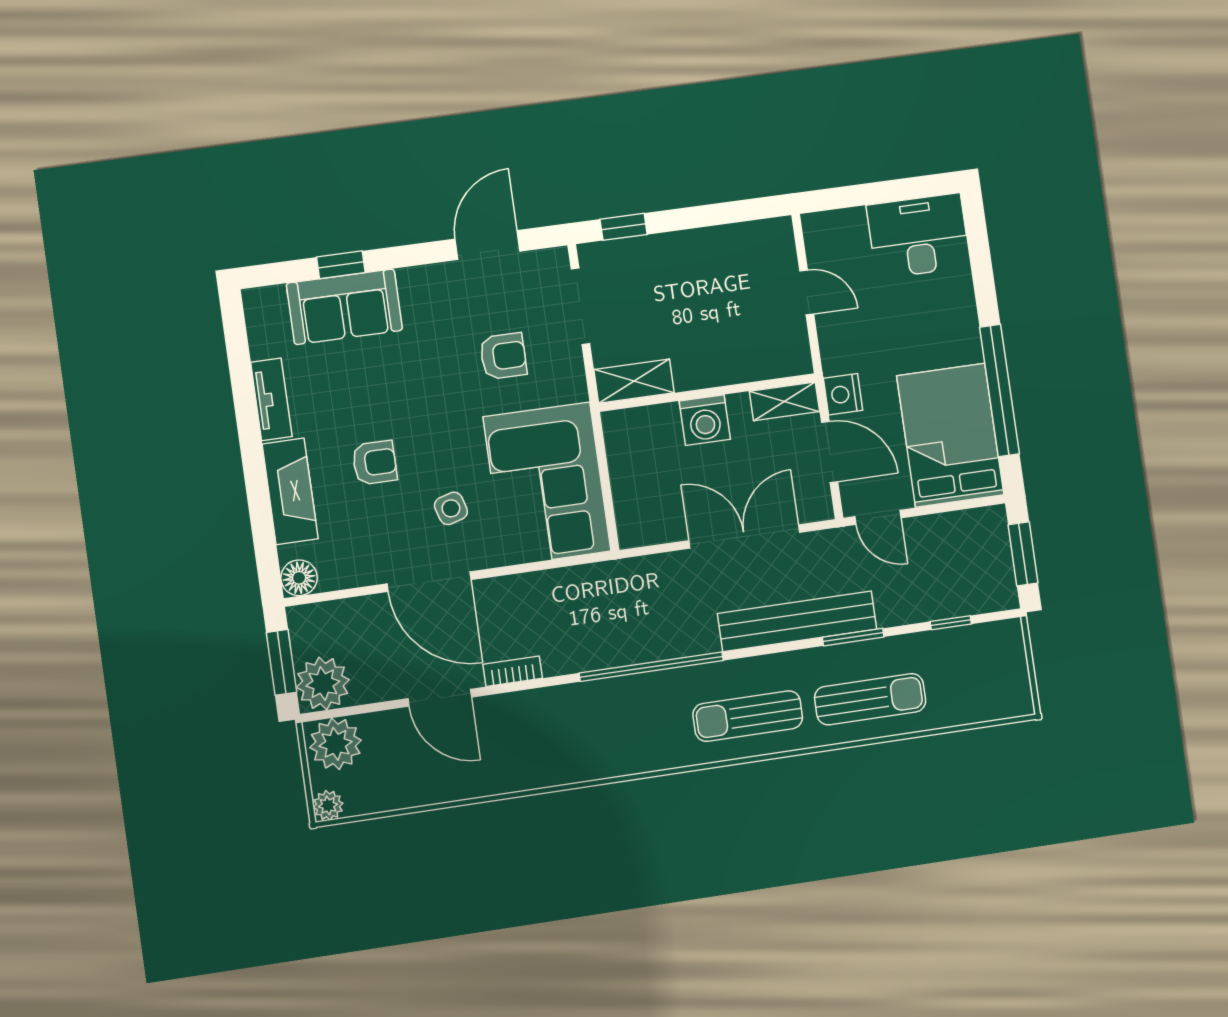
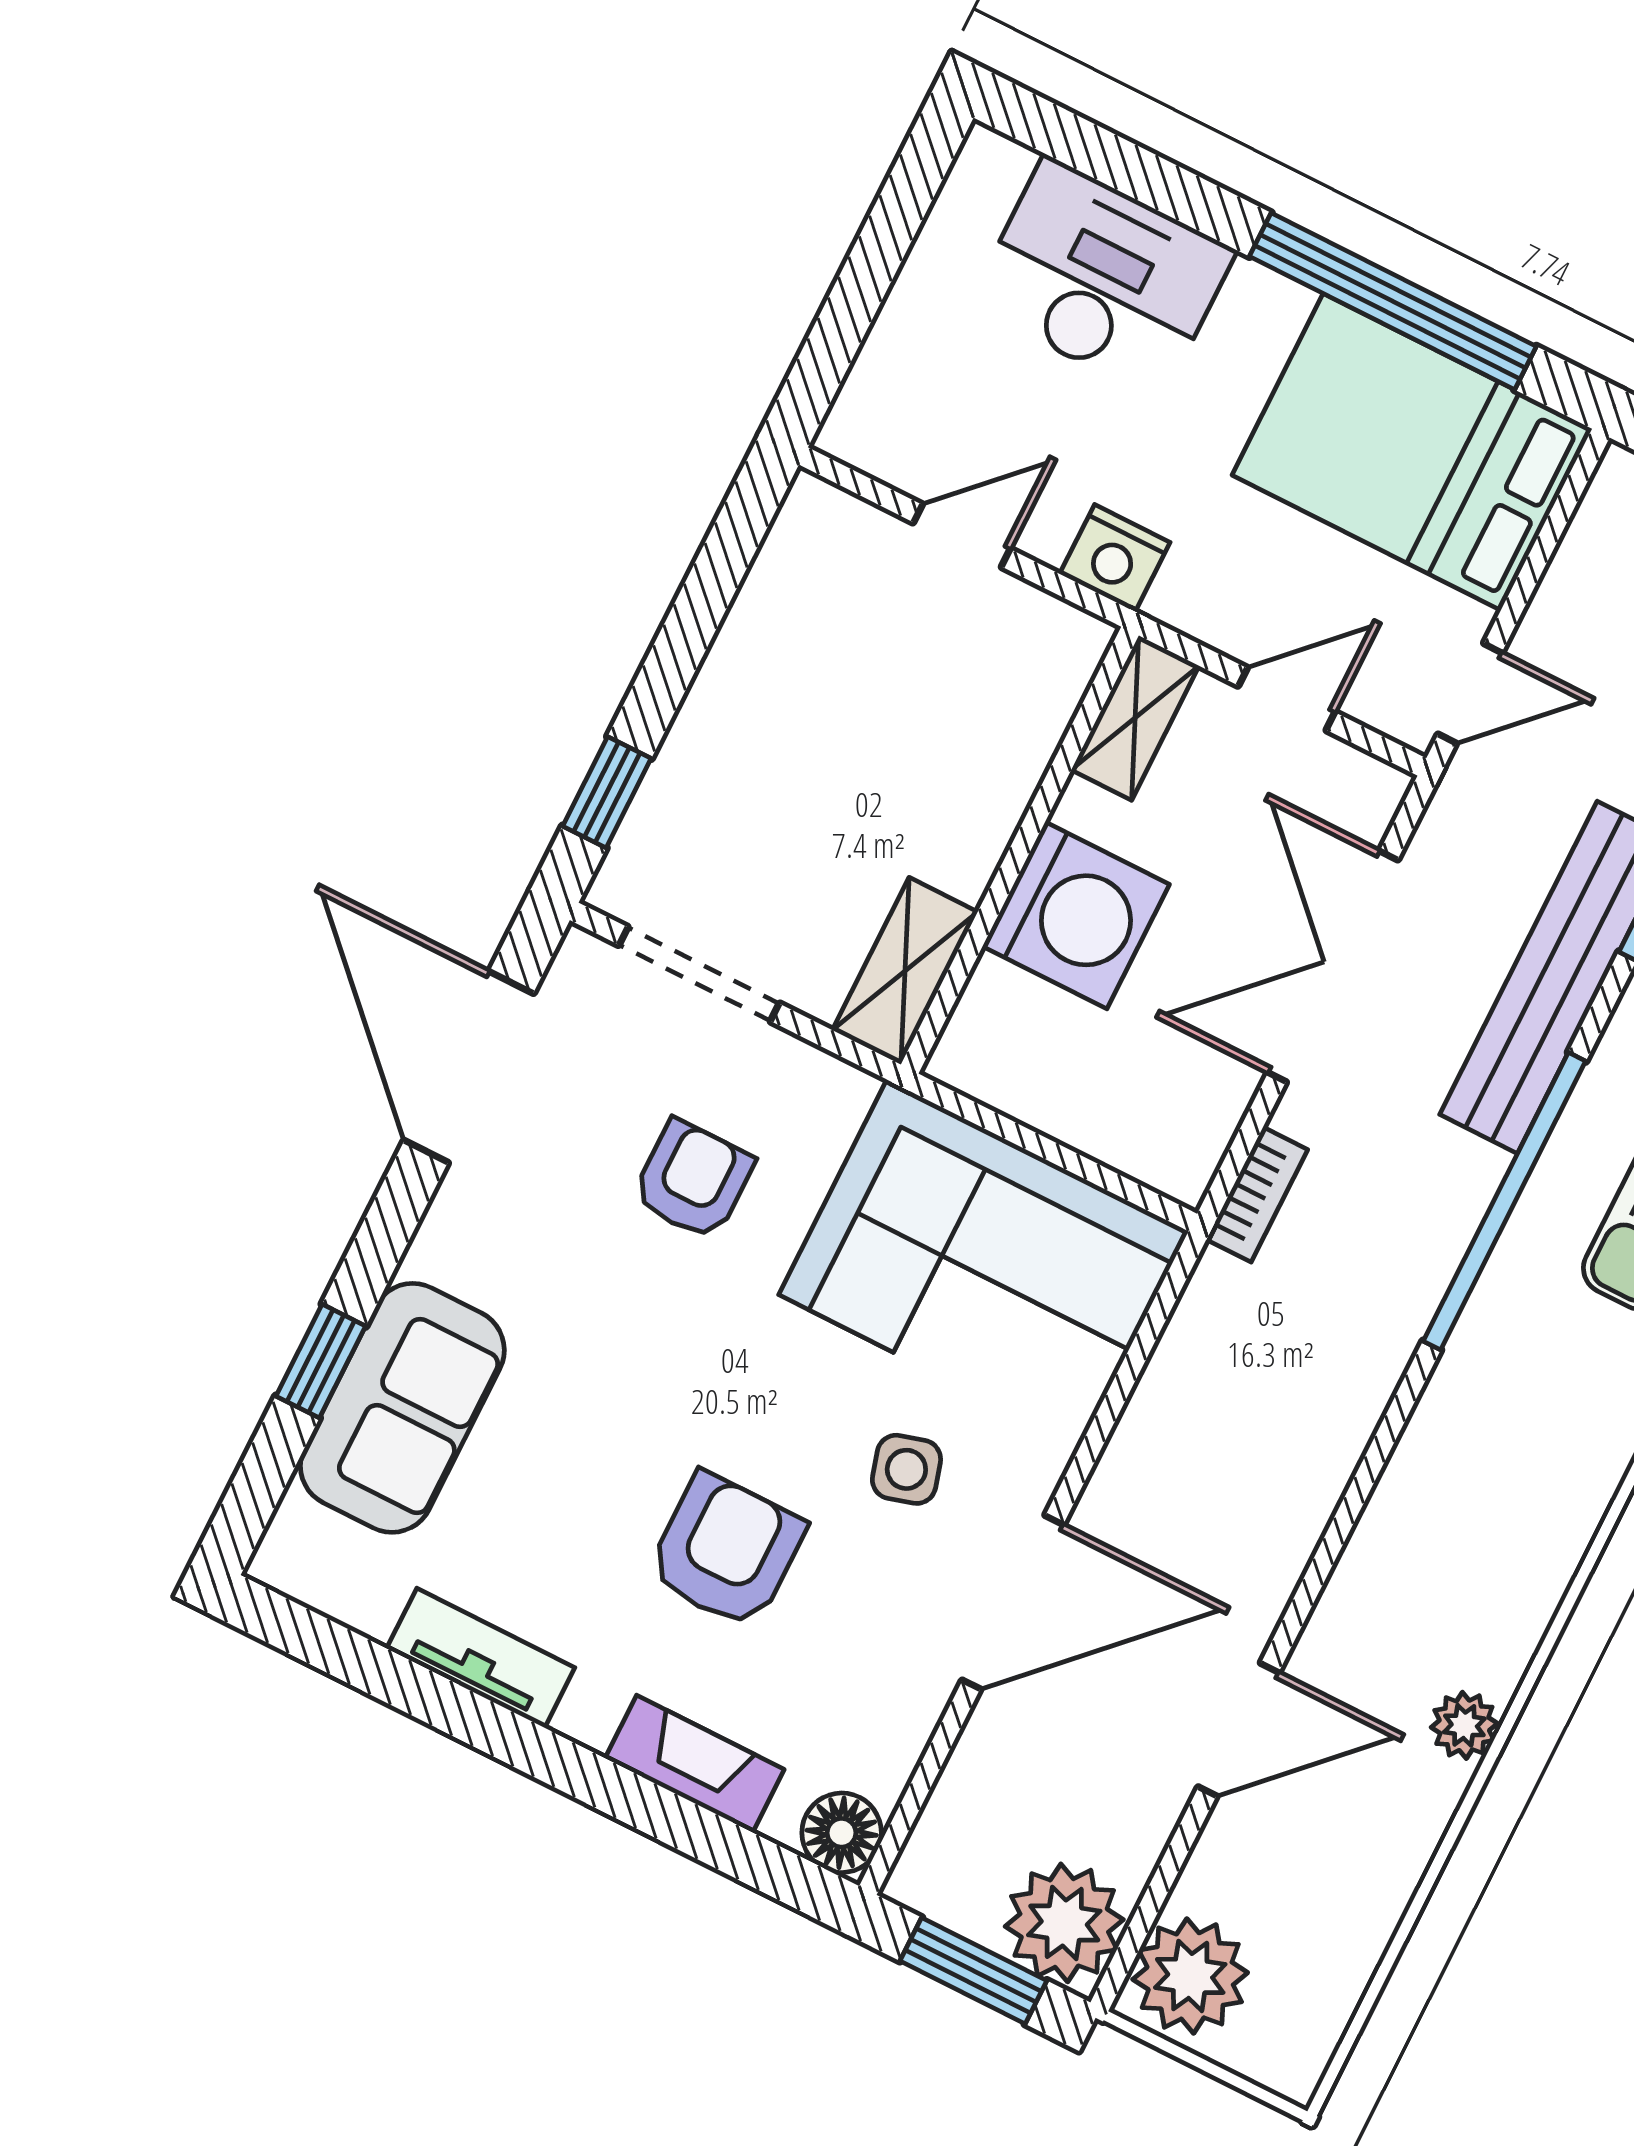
desk: (918, 236) -> (1103, 278), moved, turned 90
door: (488, 245) -> (469, 1067), width x1.36
nightstand: (843, 394) -> (1115, 558), moved
washing machine: (705, 420) -> (1076, 915), width x1.37, depth x1.37
door: (830, 452) -> (1287, 699), width x0.73
armchair: (375, 463) -> (726, 1551), width x1.38, depth x1.38
fireplace: (290, 491) -> (695, 1764), width x0.73, depth x0.76
window: (651, 667) -> (1504, 1201), moved
bookcase: (513, 671) -> (1257, 1195), moved, turned 180
plant: (328, 805) -> (1464, 1725), moved

